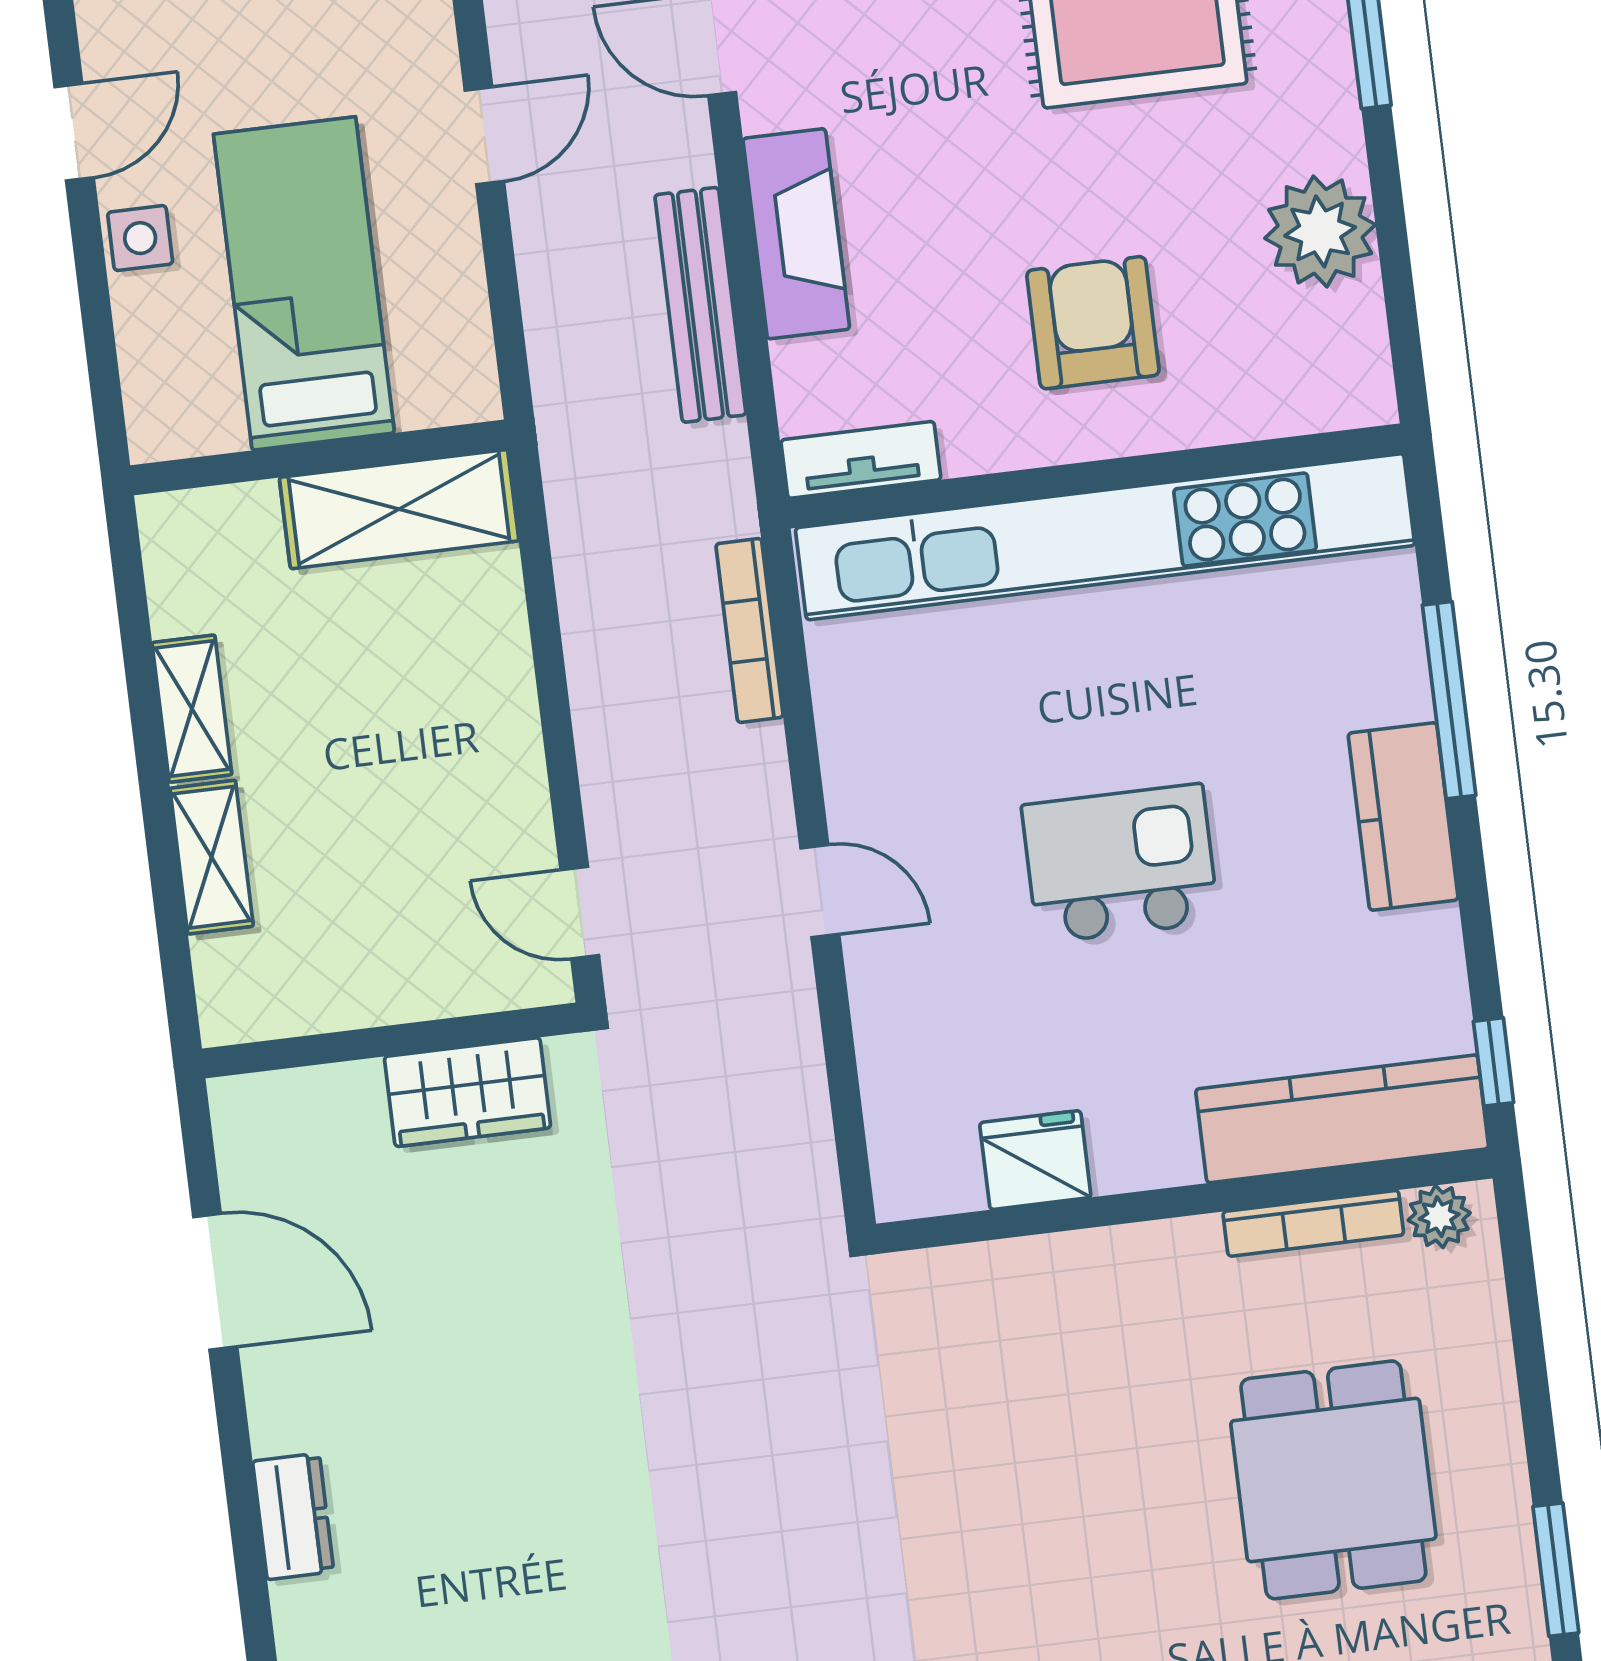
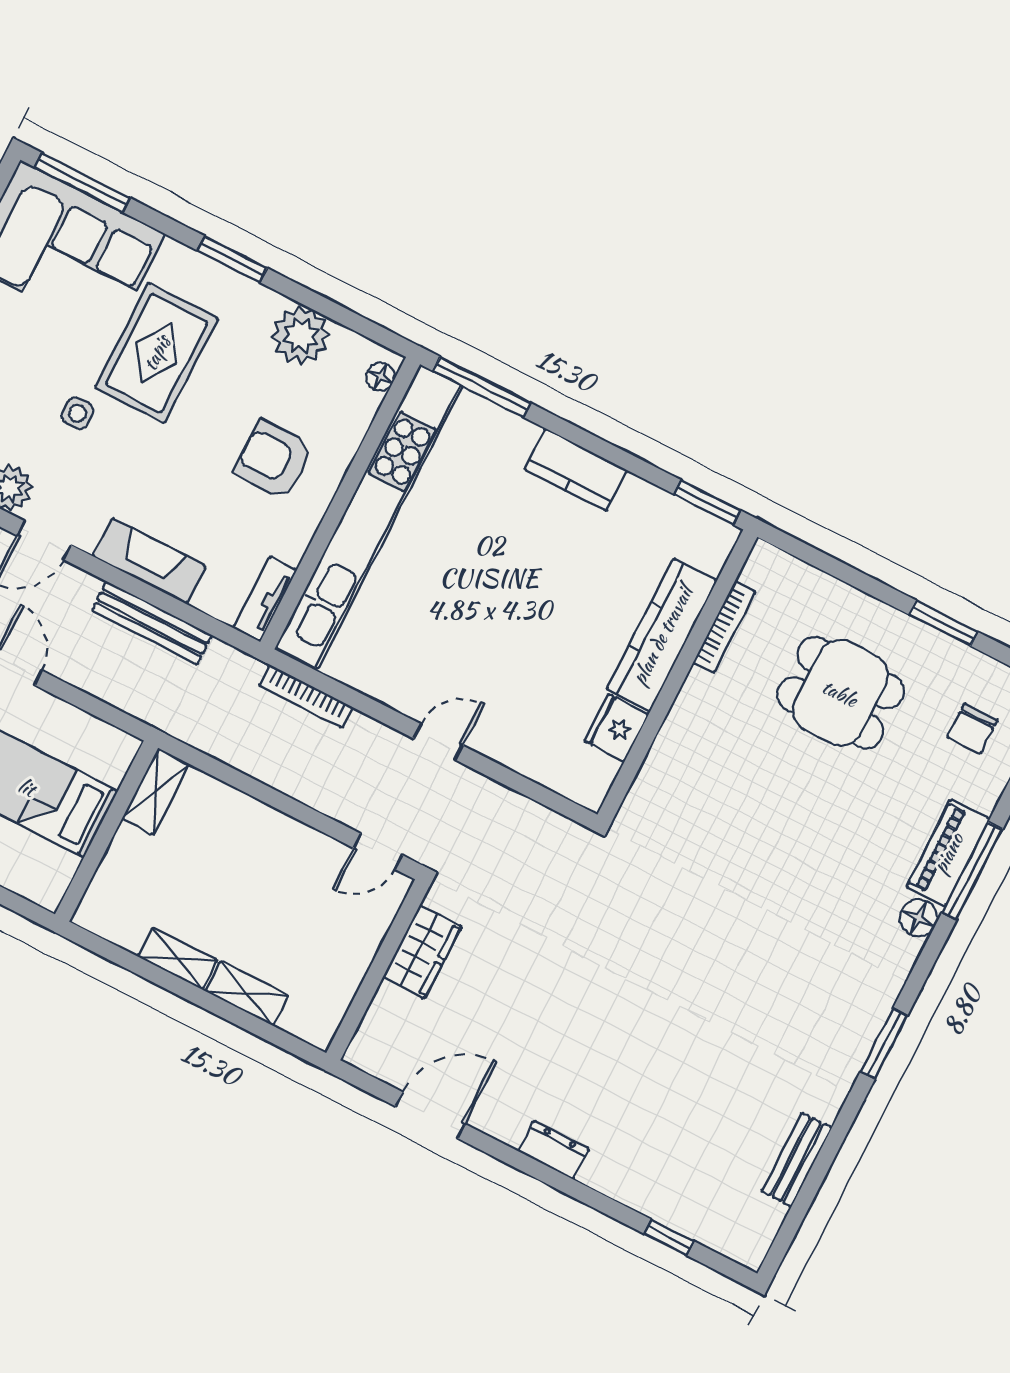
floor lamp: (1341, 403) -> (380, 377), added
shelving: (399, 509) -> (156, 791), width x0.67, depth x0.75
window: (1449, 700) -> (482, 387), moved
kitchen island: (1120, 864) -> (514, 605), removed
window: (1494, 1062) -> (707, 502), width x1.50
kitchen counter: (1342, 1119) -> (662, 635), moved
plant: (1439, 1217) -> (758, 571), removed

